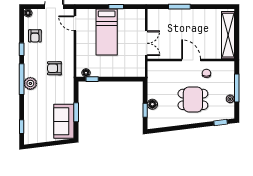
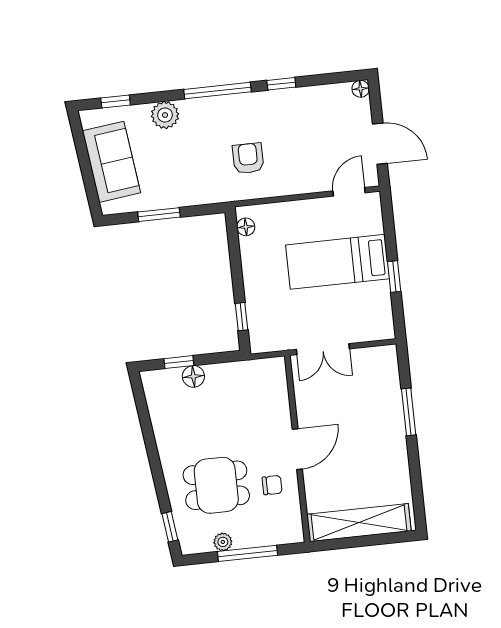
armchair: (35, 36) -> (313, 109), removed
window: (92, 79) -> (241, 317), moved
plant: (30, 83) -> (165, 115), moved
dining table: (193, 99) -> (216, 485), moved, turned 90
sofa: (64, 121) -> (111, 162), moved, turned 83

